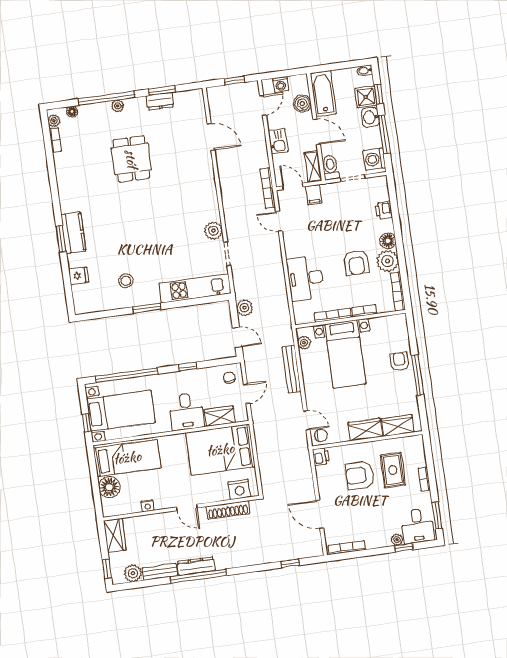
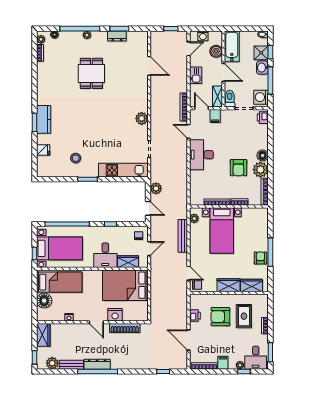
printer: (384, 210) -> (263, 118), moved
plant: (213, 231) -> (142, 118), moved
desk: (305, 278) -> (201, 155), moved
armchair: (399, 361) -> (260, 258), moved
printer: (321, 457) -> (195, 316), moved
nightstand: (239, 489) -> (115, 315), moved
filing cabinet: (372, 539) -> (223, 363), added

